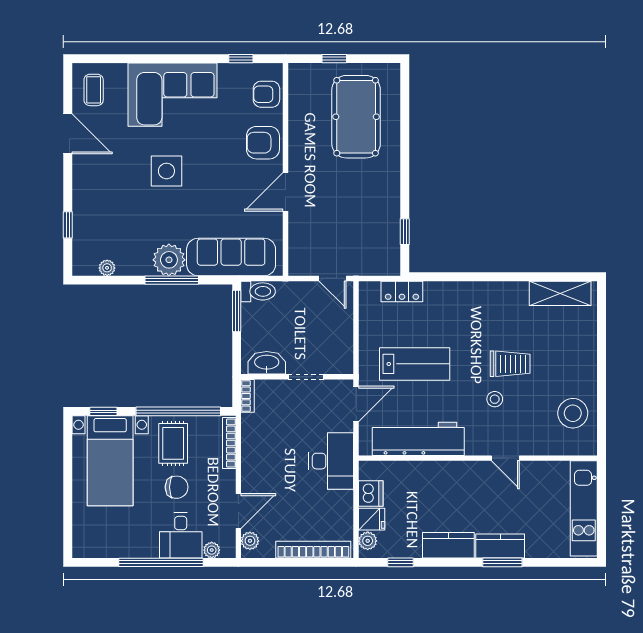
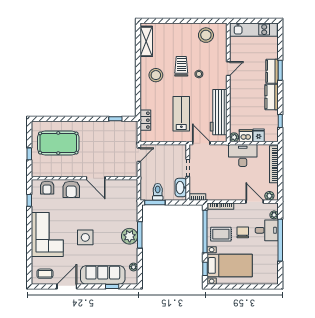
sofa: (231, 257) -> (103, 275), moved, turned 90
toilet: (258, 291) -> (158, 192), moved
stool: (492, 313) -> (156, 75), added
desk: (331, 461) -> (243, 155), moved
plant: (368, 541) -> (234, 137), moved

